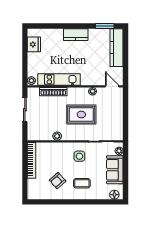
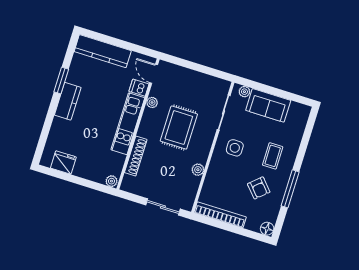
window: (105, 26) -> (61, 80), moved
dishwasher: (100, 79) -> (139, 88), added
kitchen unit: (59, 80) -> (128, 124), moved
door: (112, 86) -> (154, 74), hinge flipped
sliding door: (25, 110) -> (163, 207), moved
floor lamp: (114, 195) -> (267, 229), moved
window: (63, 202) -> (290, 189), added

